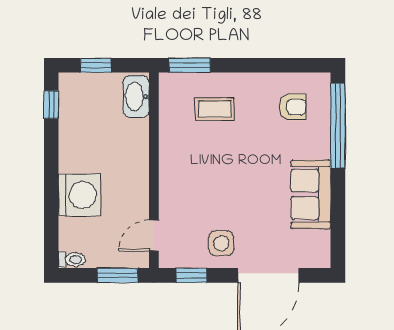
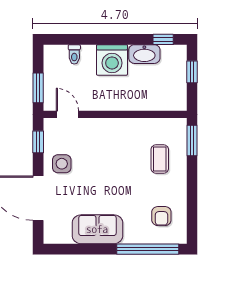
washbasin: (136, 97) -> (144, 54), moved, turned 180
washing machine: (79, 195) -> (112, 60), moved
toilet: (72, 260) -> (74, 54), moved

